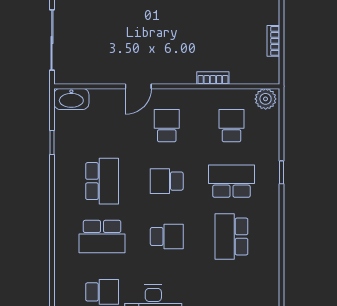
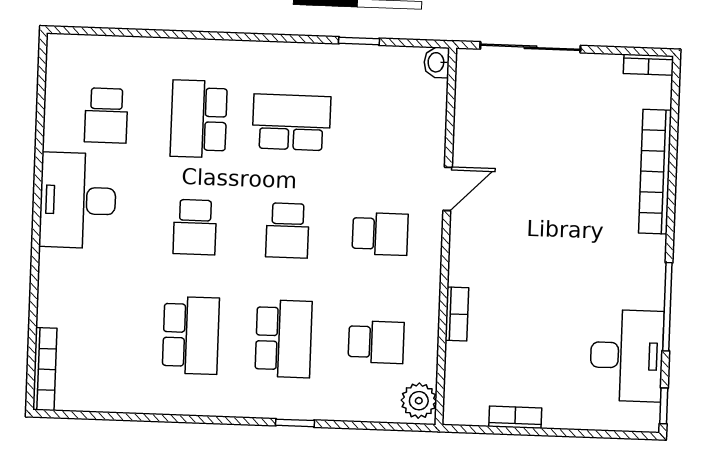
door: (138, 86) -> (448, 189), swing flipped
washbasin: (71, 99) -> (437, 62), width x0.52, depth x0.69
school desk: (102, 181) -> (291, 122), turned 180
school desk: (167, 181) -> (287, 231), turned 180
school desk: (231, 236) -> (191, 335), turned 90

